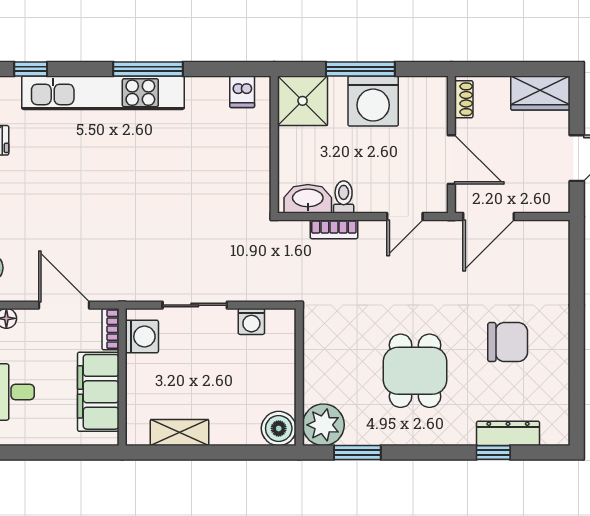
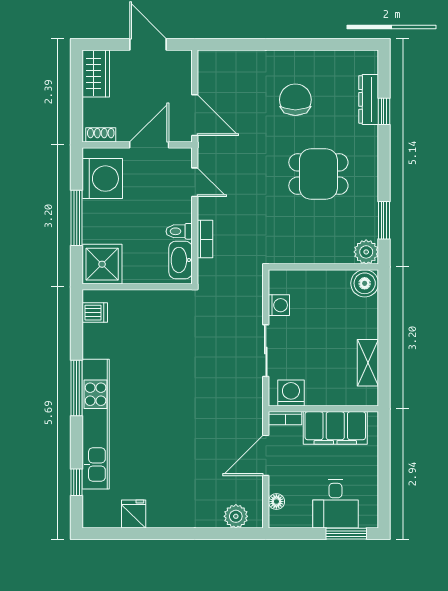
washing machine: (373, 101) -> (102, 179), moved
plant: (323, 425) -> (366, 252), width x0.73, depth x0.73

